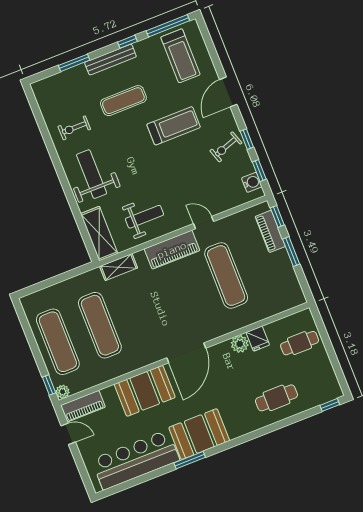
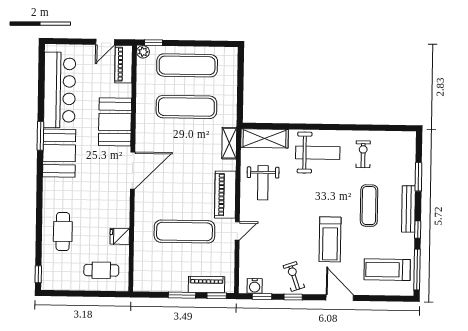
cafe table: (300, 343) -> (101, 270), turned 90
plant: (240, 344) -> (122, 219), removed
door: (186, 353) -> (133, 171), swing flipped

